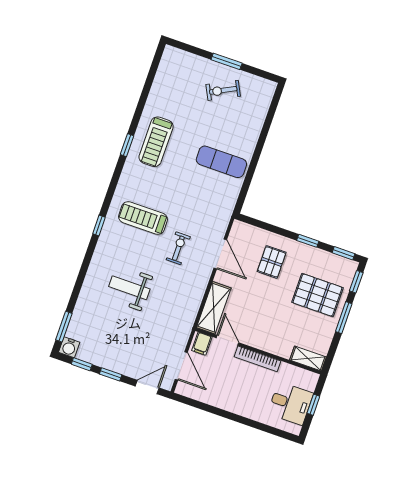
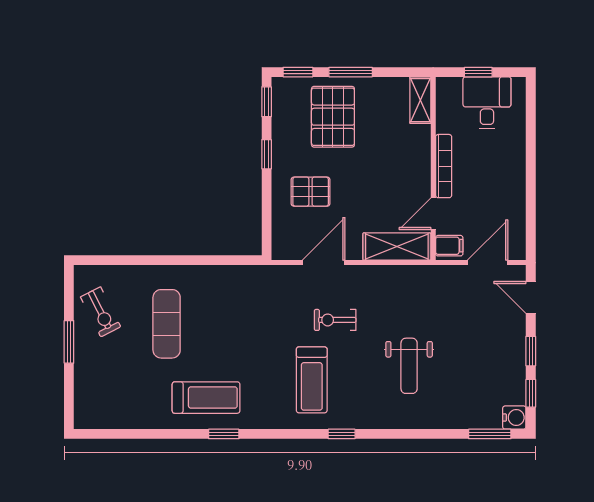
exercise bike: (223, 90) -> (101, 312), moved
exercise mat: (221, 162) -> (167, 324), moved

